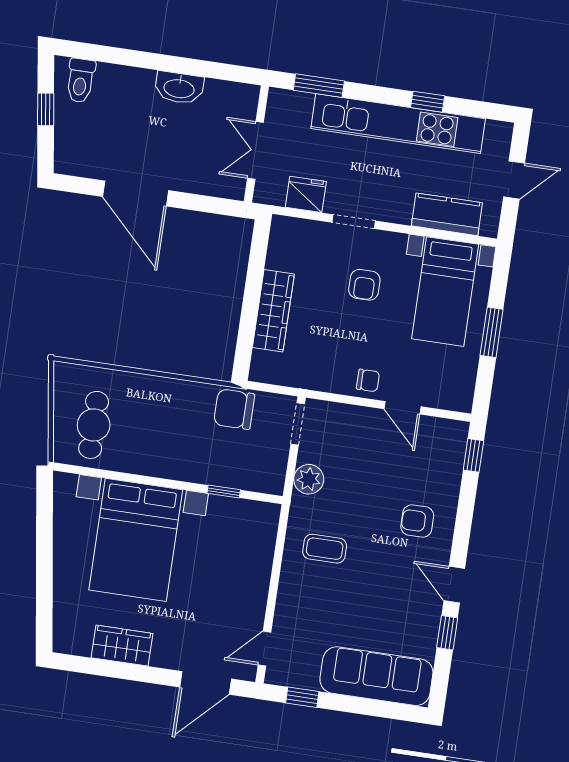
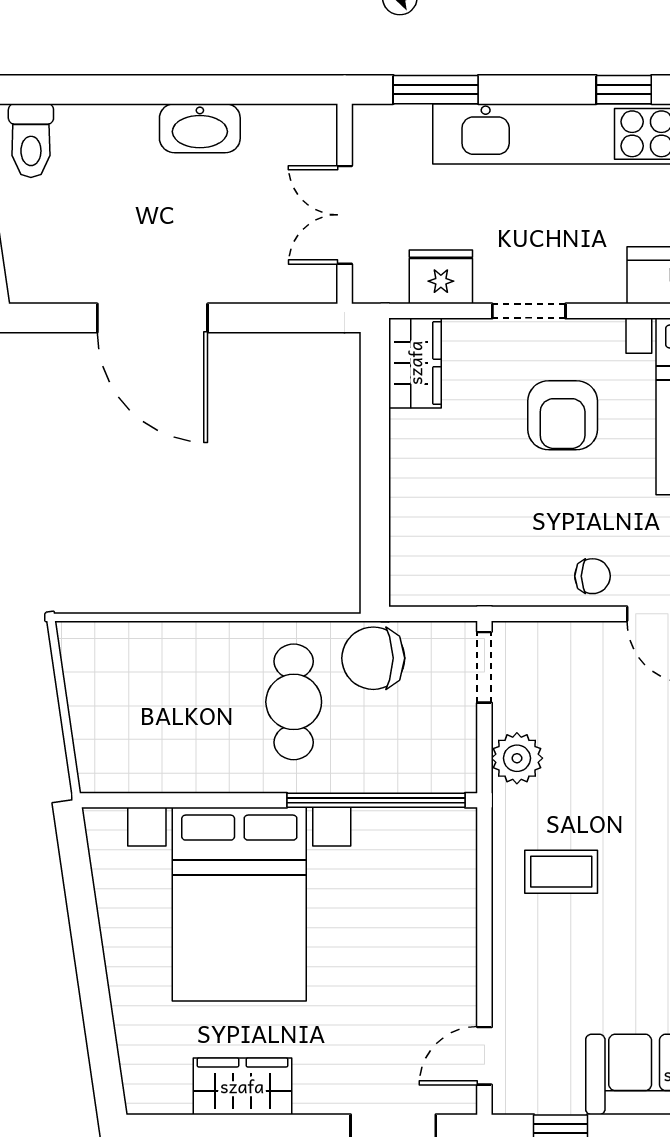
armchair: (364, 285) -> (563, 415), width x1.38, depth x1.38
wardrobe: (273, 311) -> (415, 363), moved, width x0.67
cafe table: (94, 425) -> (294, 702), moved
window: (224, 492) -> (376, 800), width x3.17

